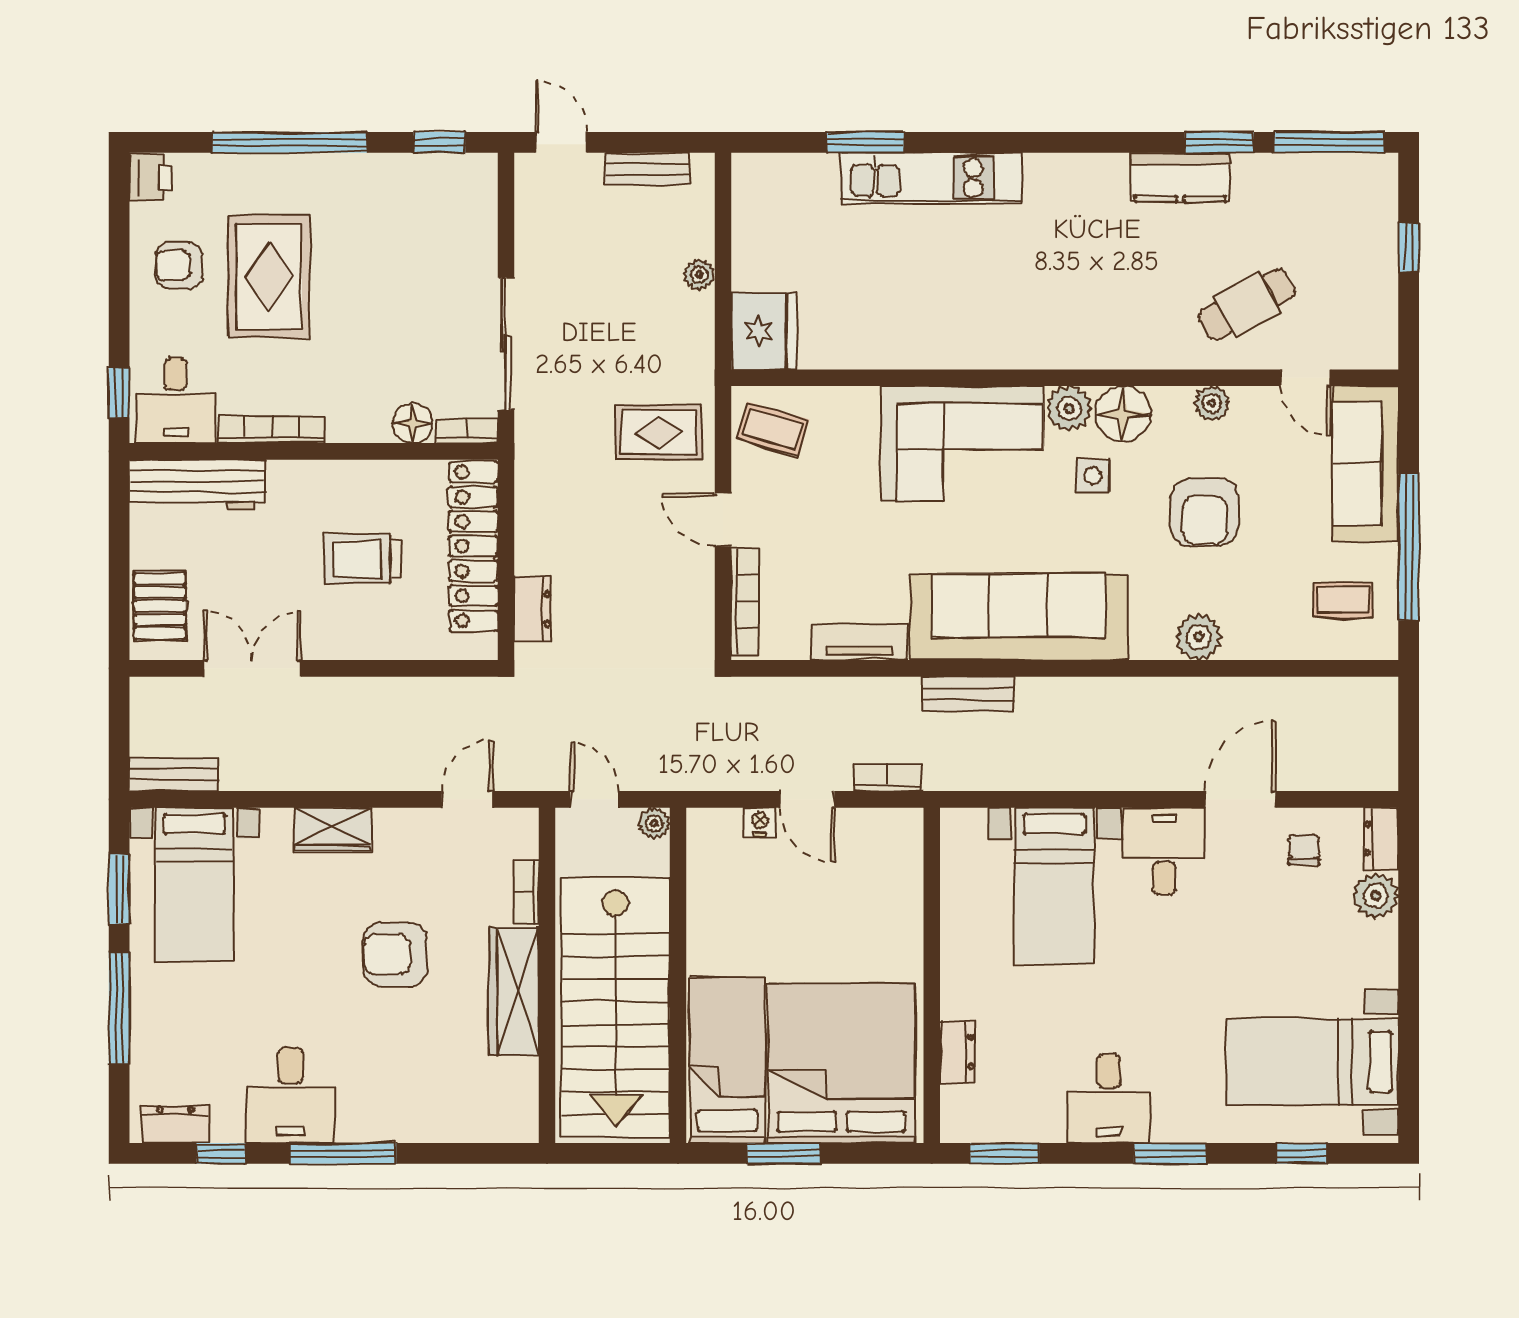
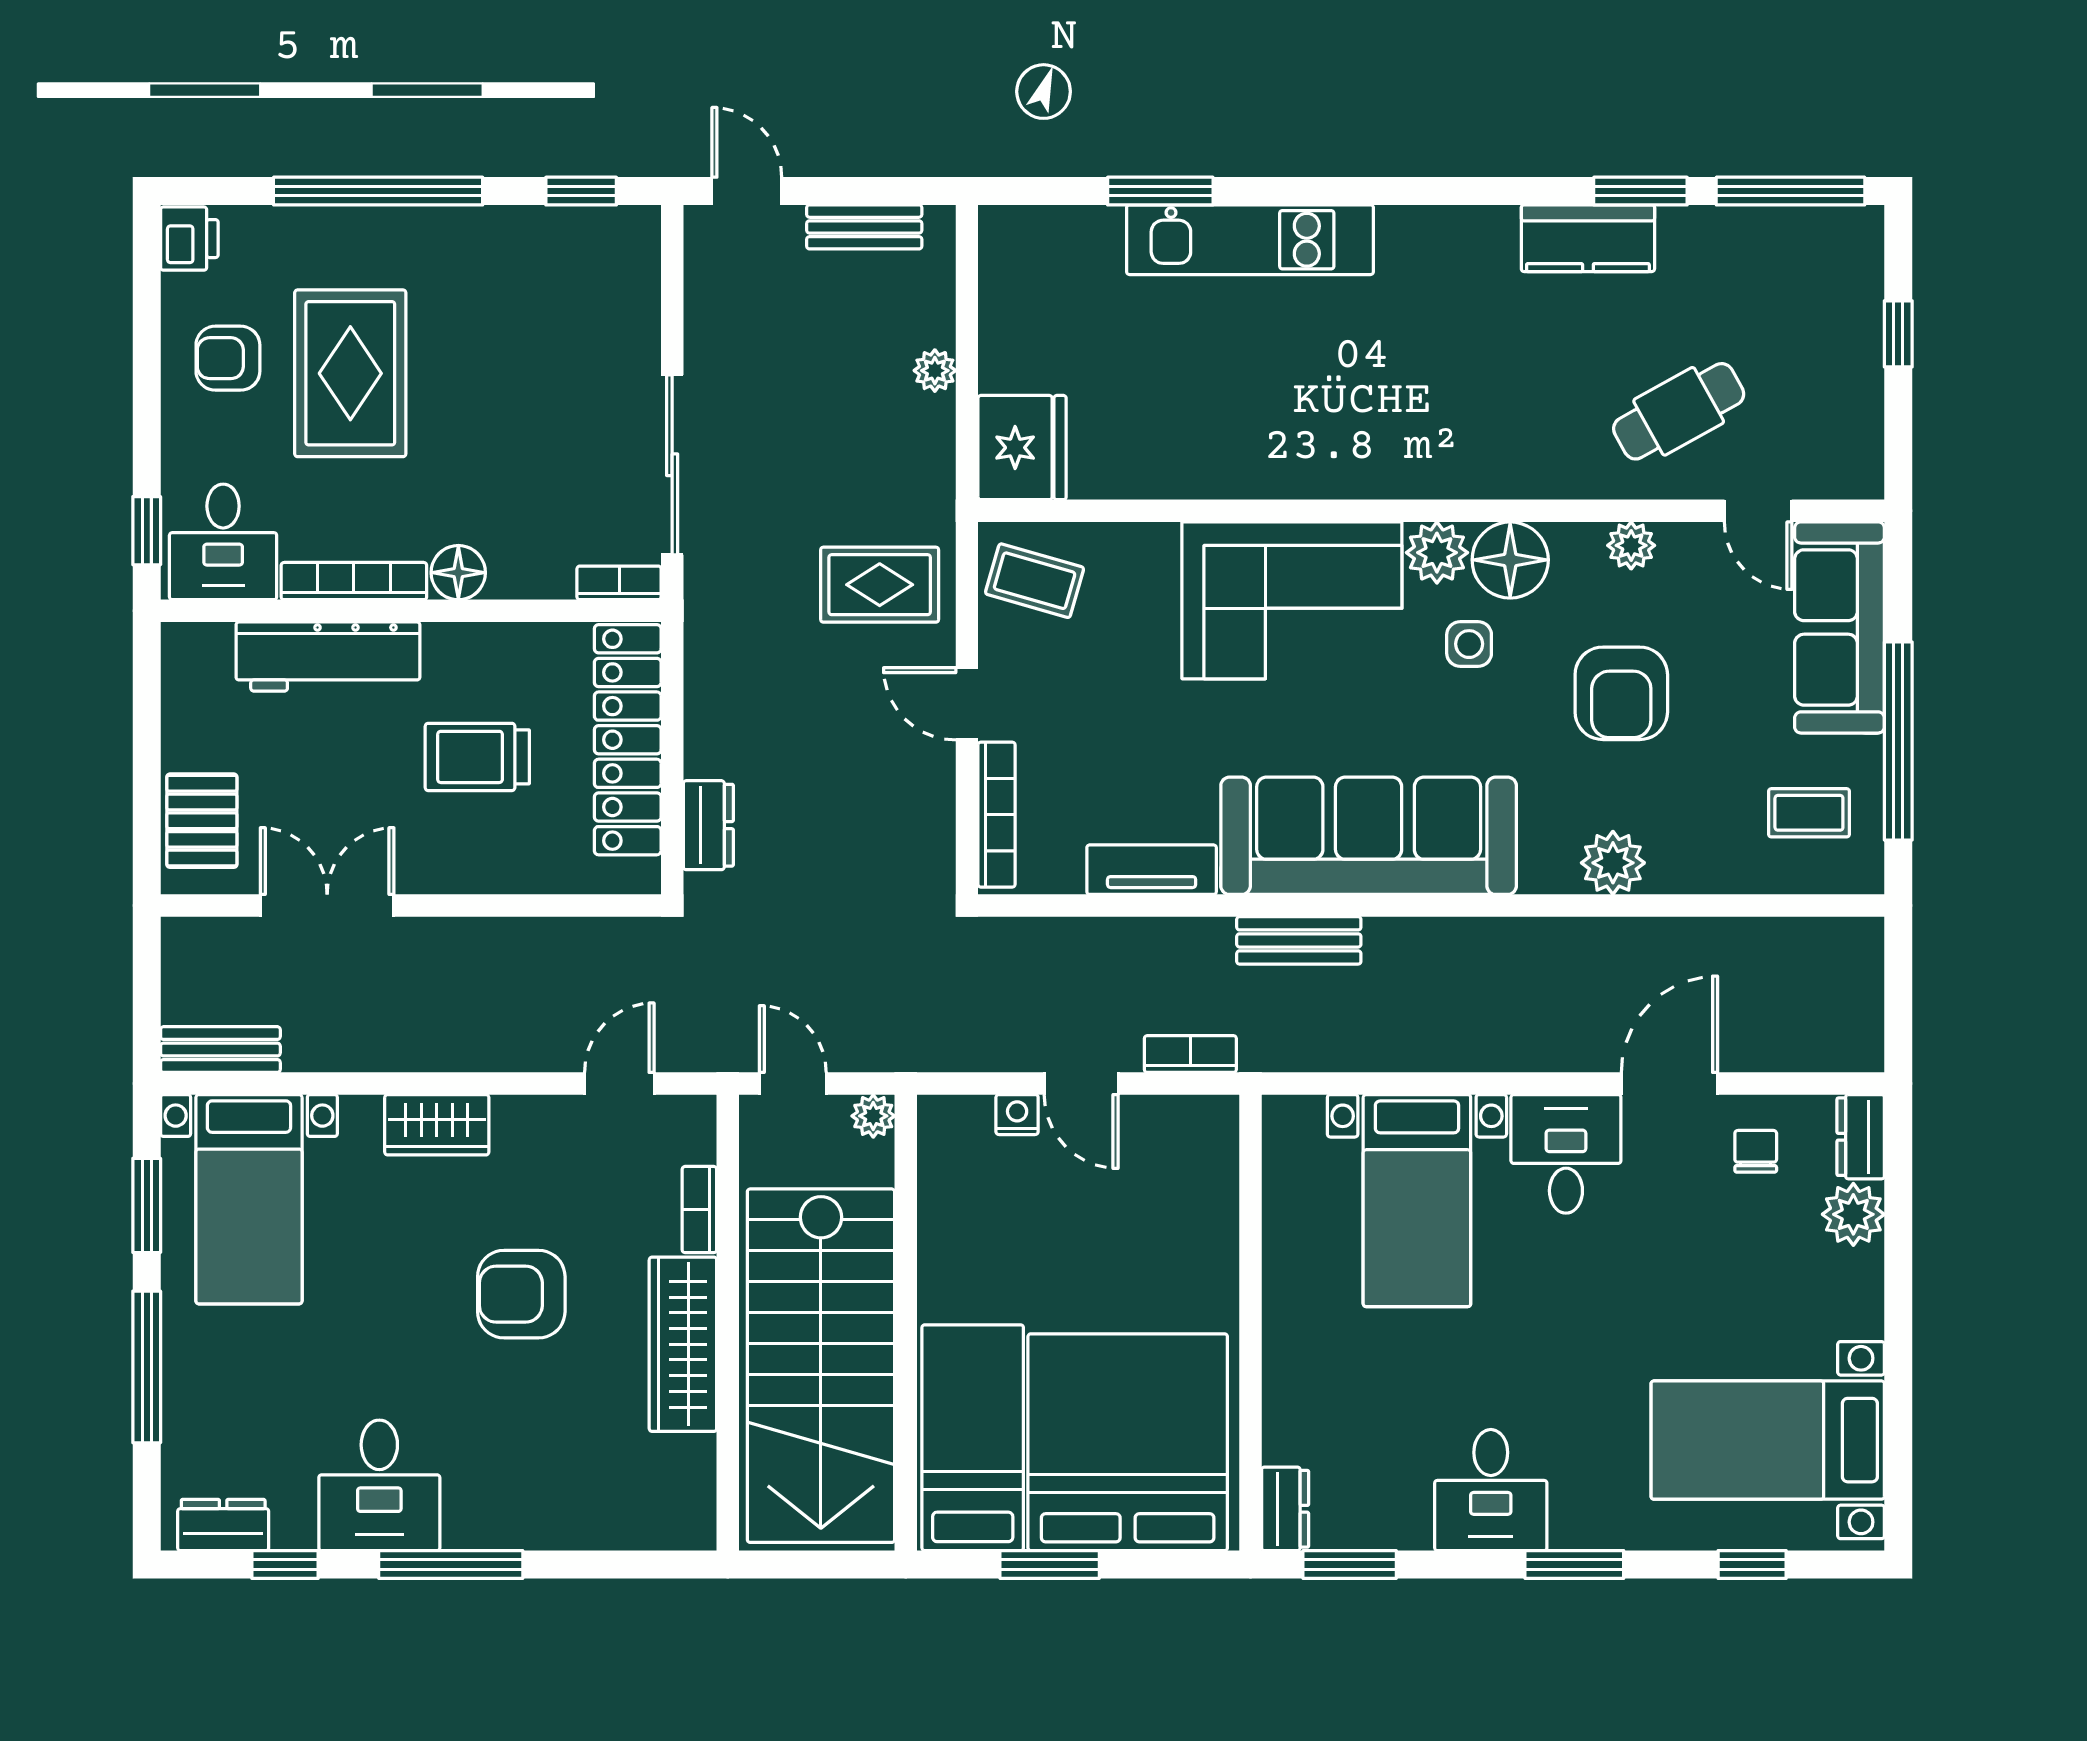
floor lamp: (413, 423) -> (458, 573), moved
workbench: (198, 485) -> (328, 657), moved
dresser: (957, 1052) -> (1285, 1509), moved

